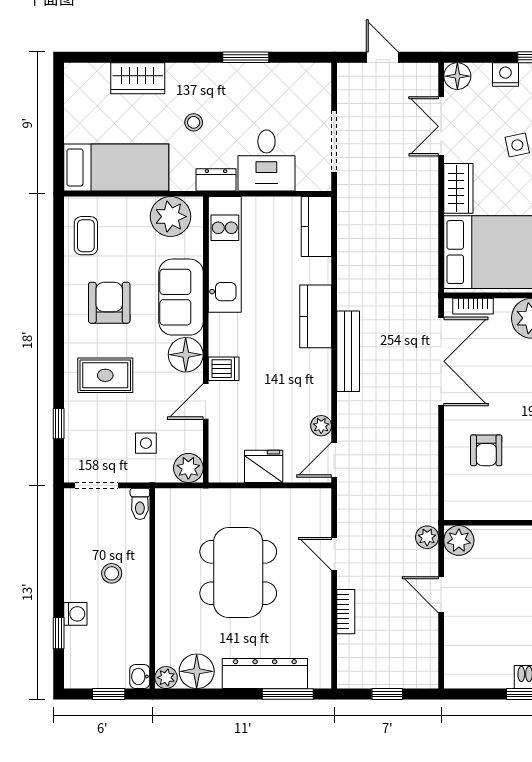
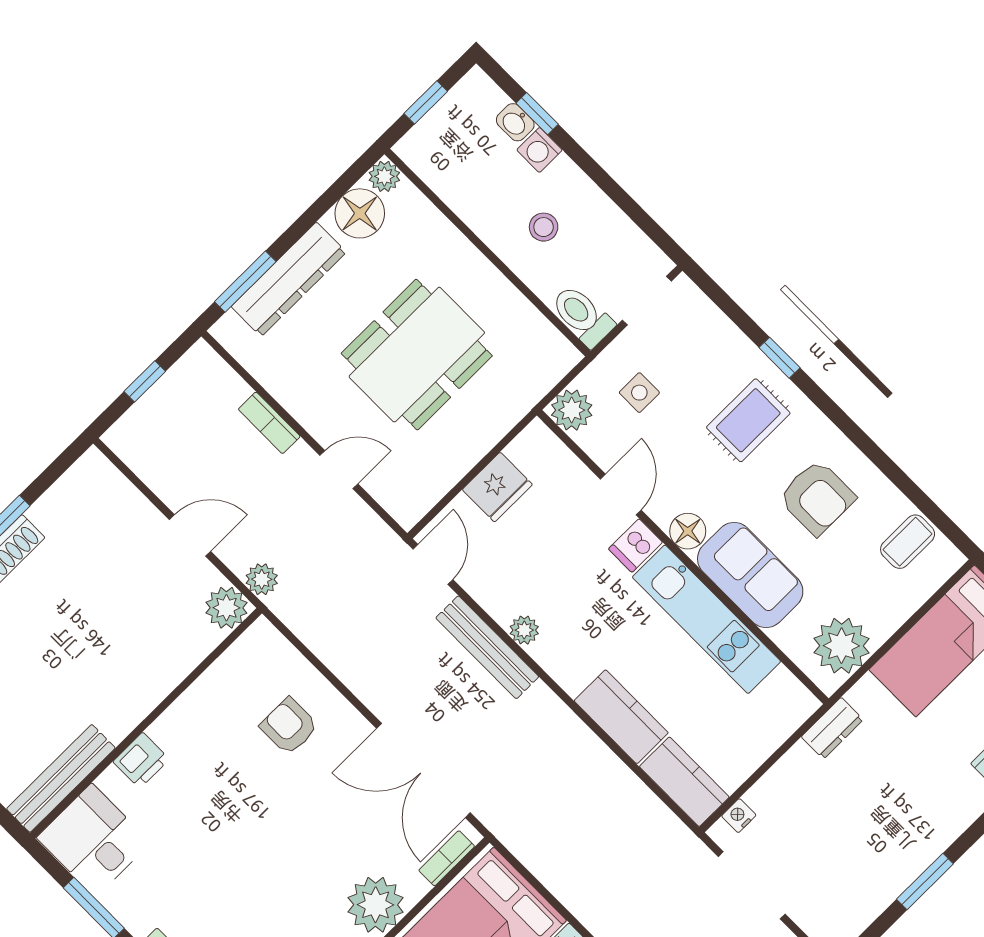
stool: (194, 122) -> (912, 764), removed
desk: (266, 160) -> (801, 798), removed
nightstand: (306, 183) -> (739, 816), added
coffee table: (86, 236) -> (908, 542), turned 90
kitchen unit: (225, 254) -> (706, 619), moved
kitchen counter: (316, 316) -> (621, 717), moved
bench: (348, 351) -> (487, 647), moved
floor lamp: (186, 355) -> (688, 531), width x0.73, depth x0.73
window: (59, 424) -> (779, 358), moved
plant: (321, 426) -> (524, 630), moved
toilet: (140, 504) -> (582, 316), width x1.37, depth x1.39
dining table: (238, 573) -> (417, 355), turned 90
washbasin: (140, 676) -> (515, 122), moved, turned 180

